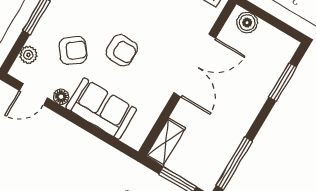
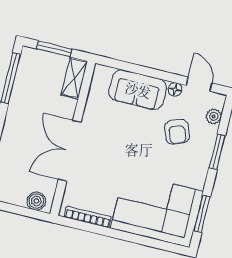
armchair: (73, 50) -> (177, 132), turned -74
armchair: (122, 50) -> (136, 145), removed
door: (33, 94) -> (199, 84), hinge flipped

